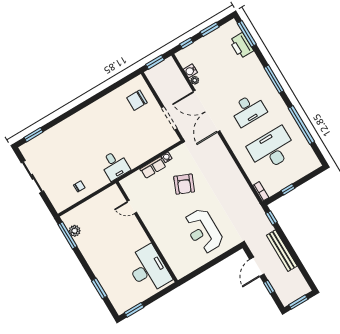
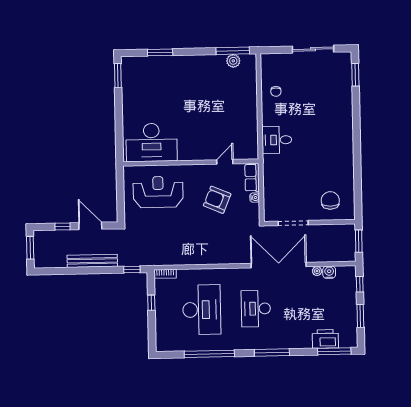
door: (132, 207) -> (225, 162), moved
wall: (147, 232) -> (191, 163), moved
desk: (148, 269) -> (151, 142), moved

